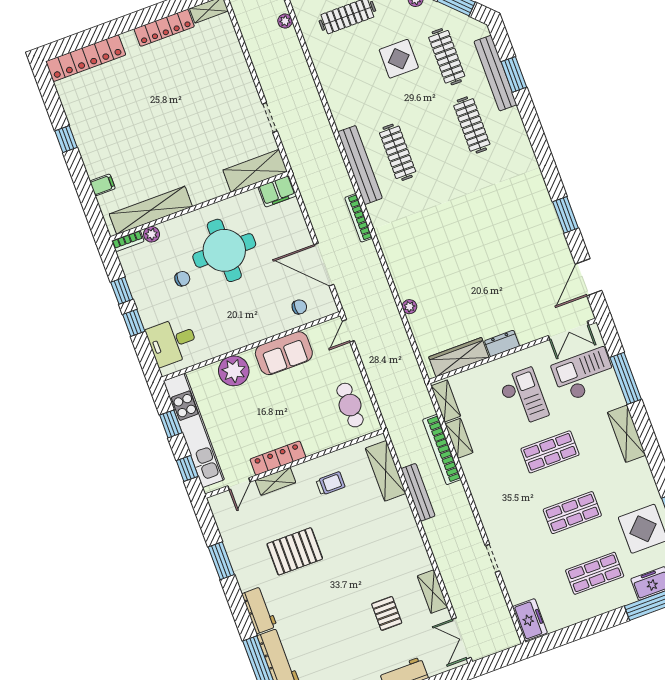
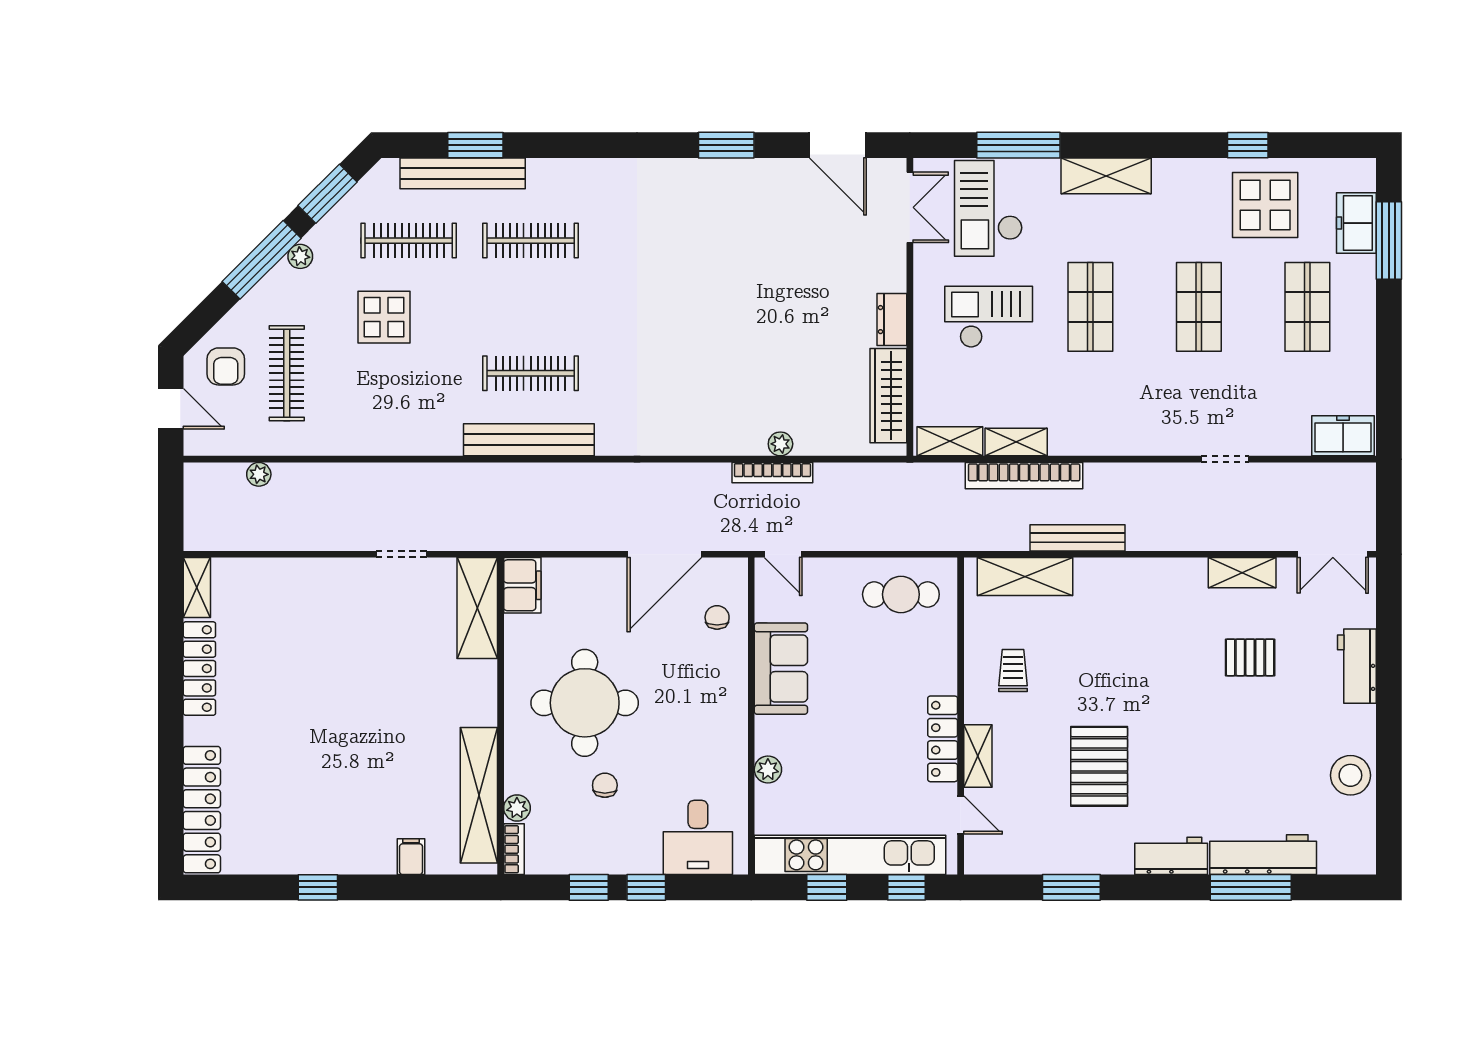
bookcase: (359, 218) -> (772, 473), moved
plant: (234, 371) -> (768, 770), width x0.53, depth x0.53

